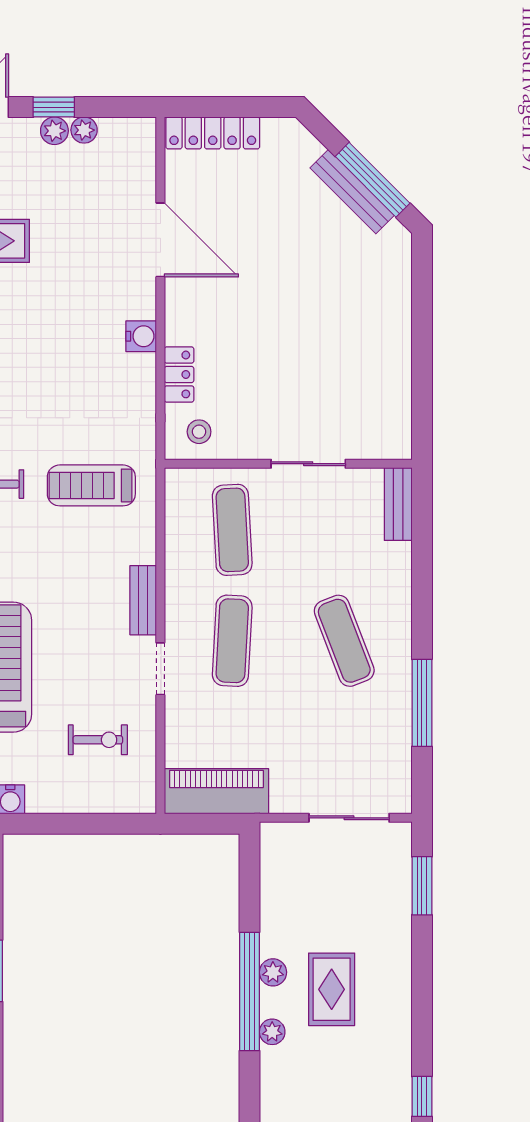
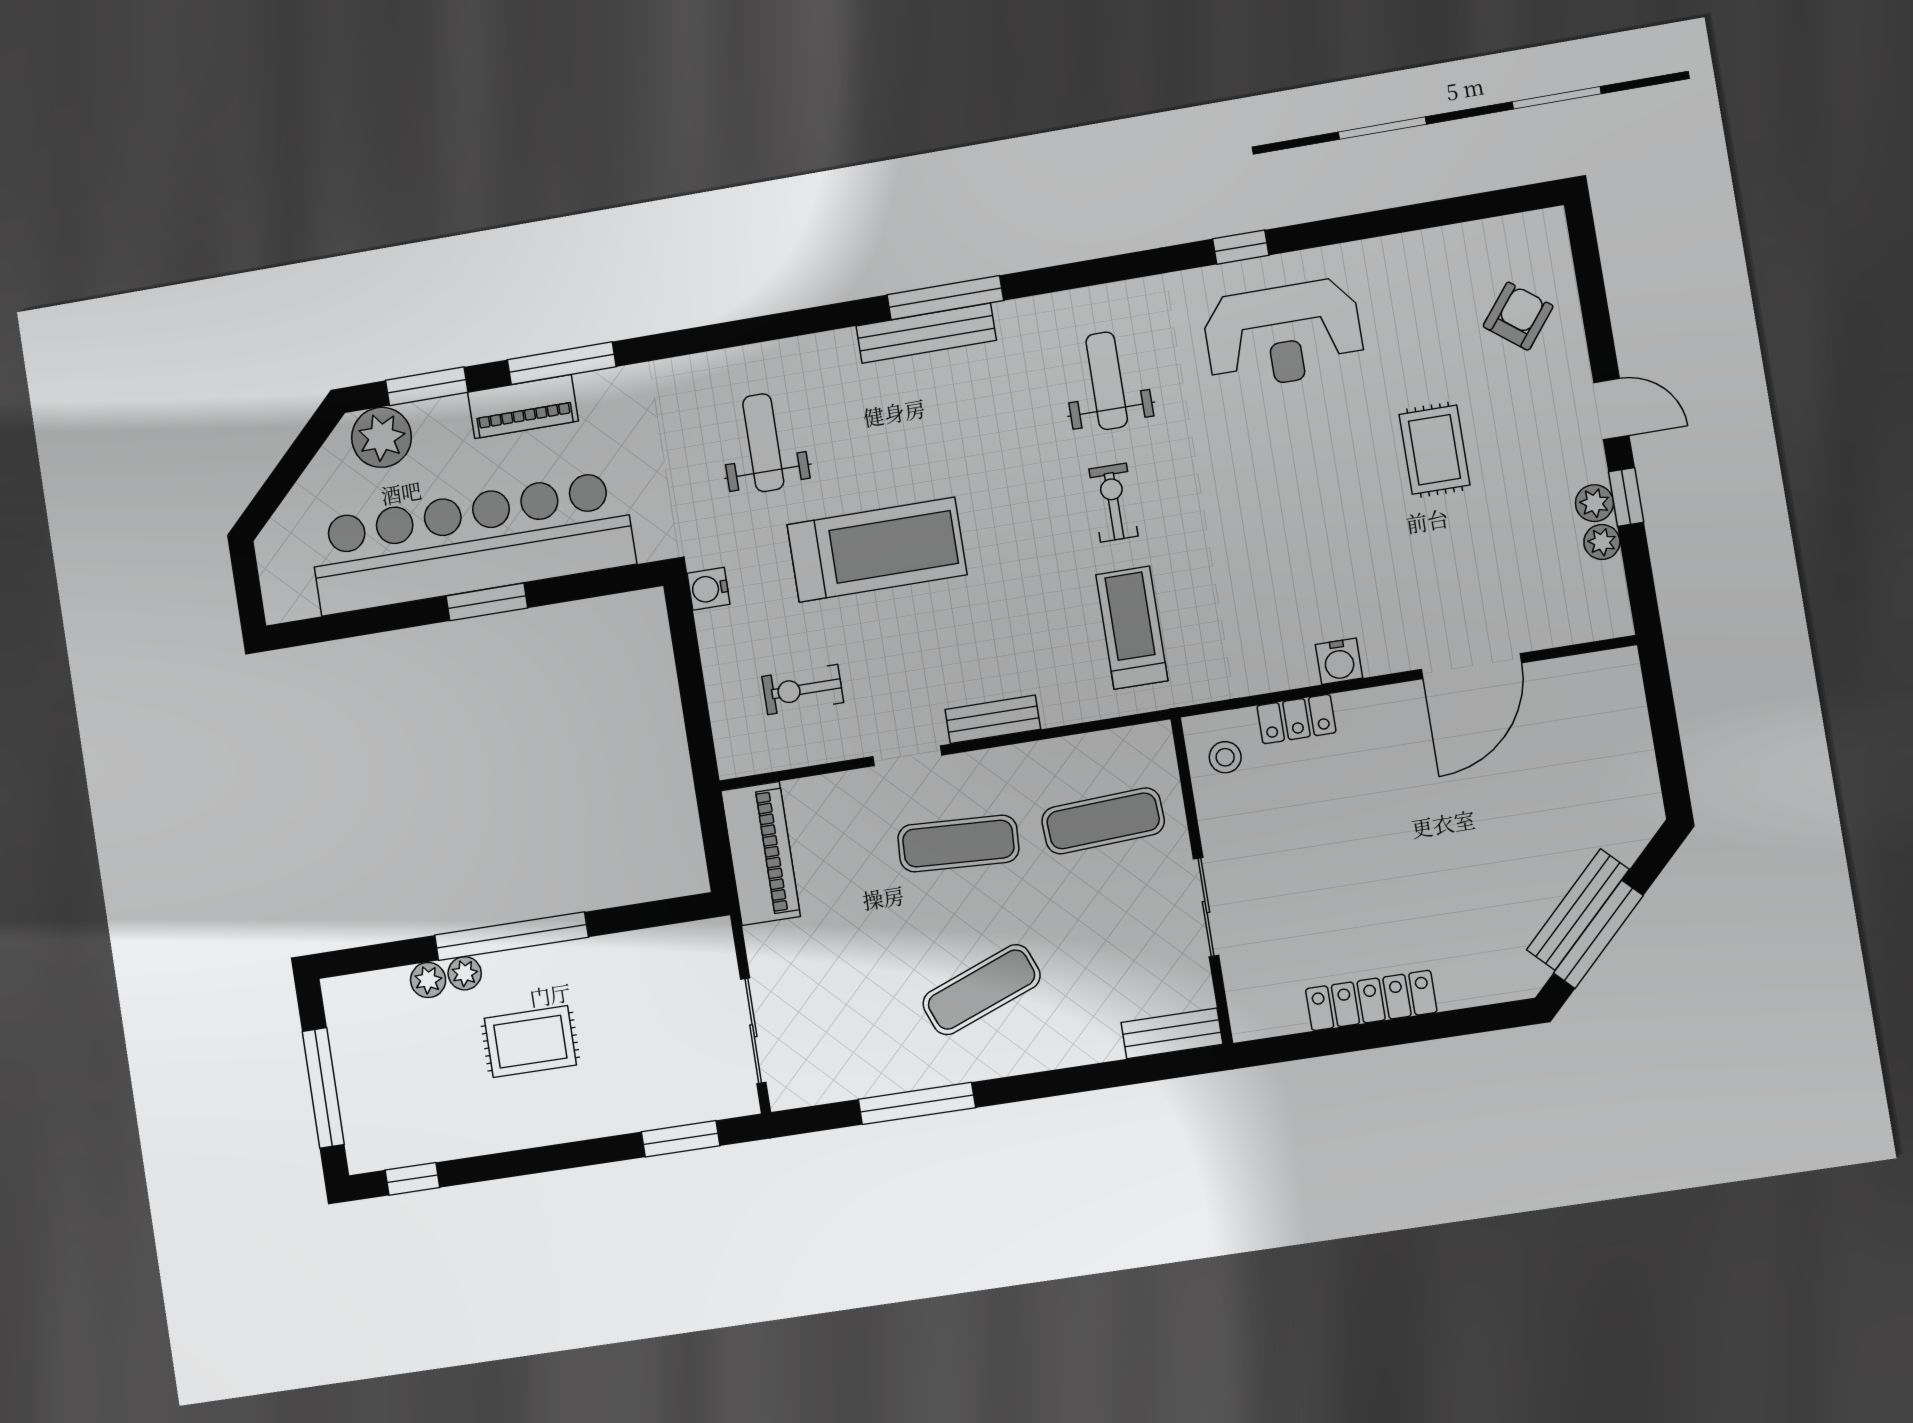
locker: (213, 133) -> (1371, 1001), moved, turned 90
exercise bike: (98, 740) -> (803, 689), turned 90
plant: (273, 972) -> (428, 980), moved

